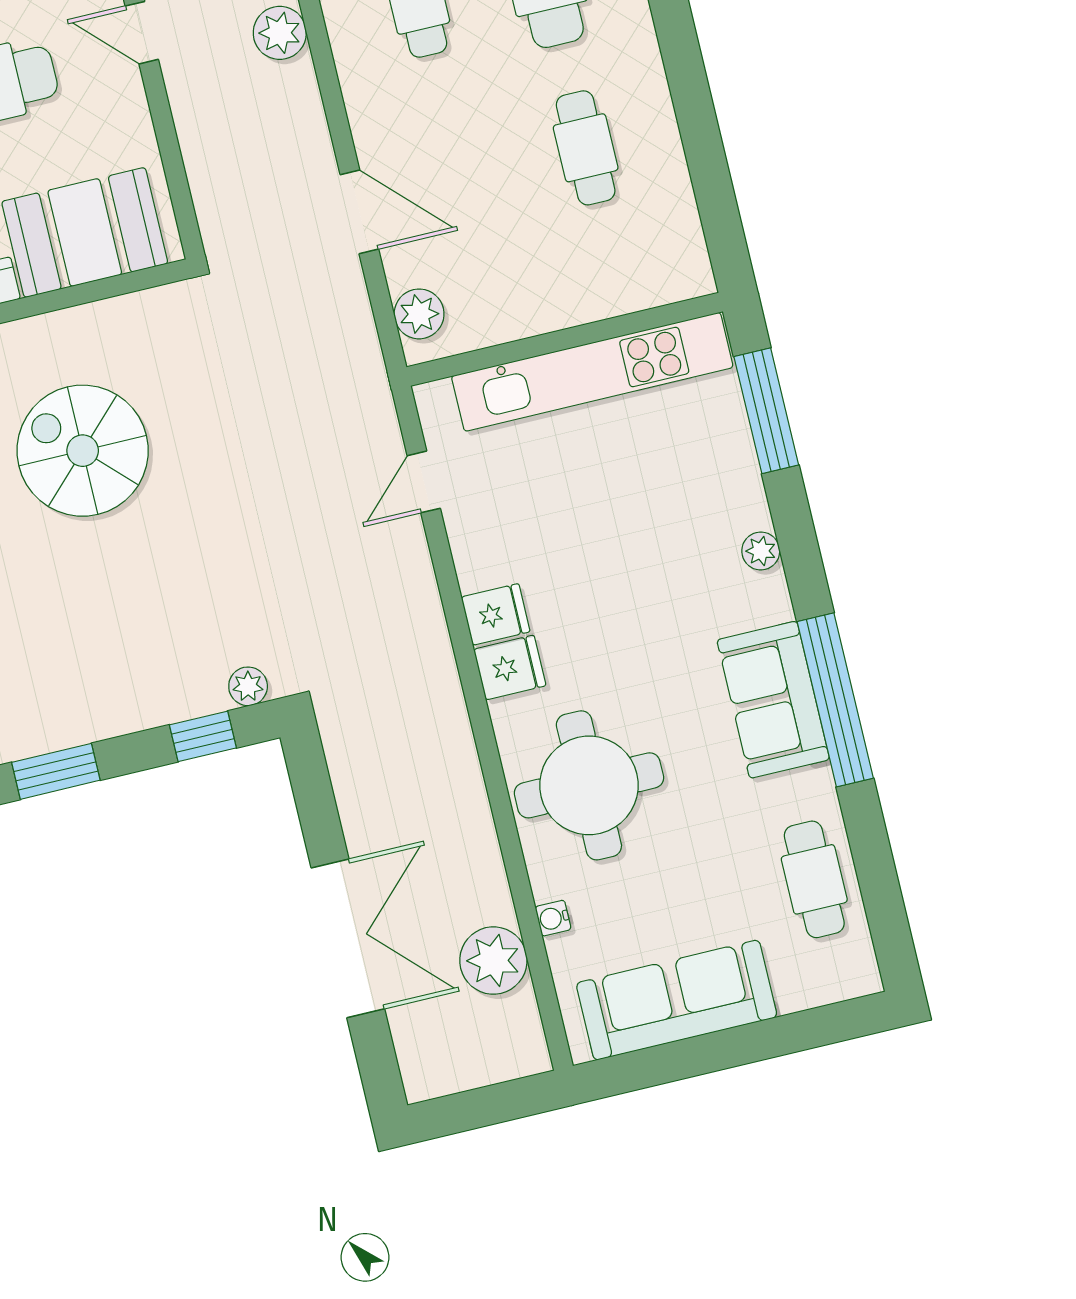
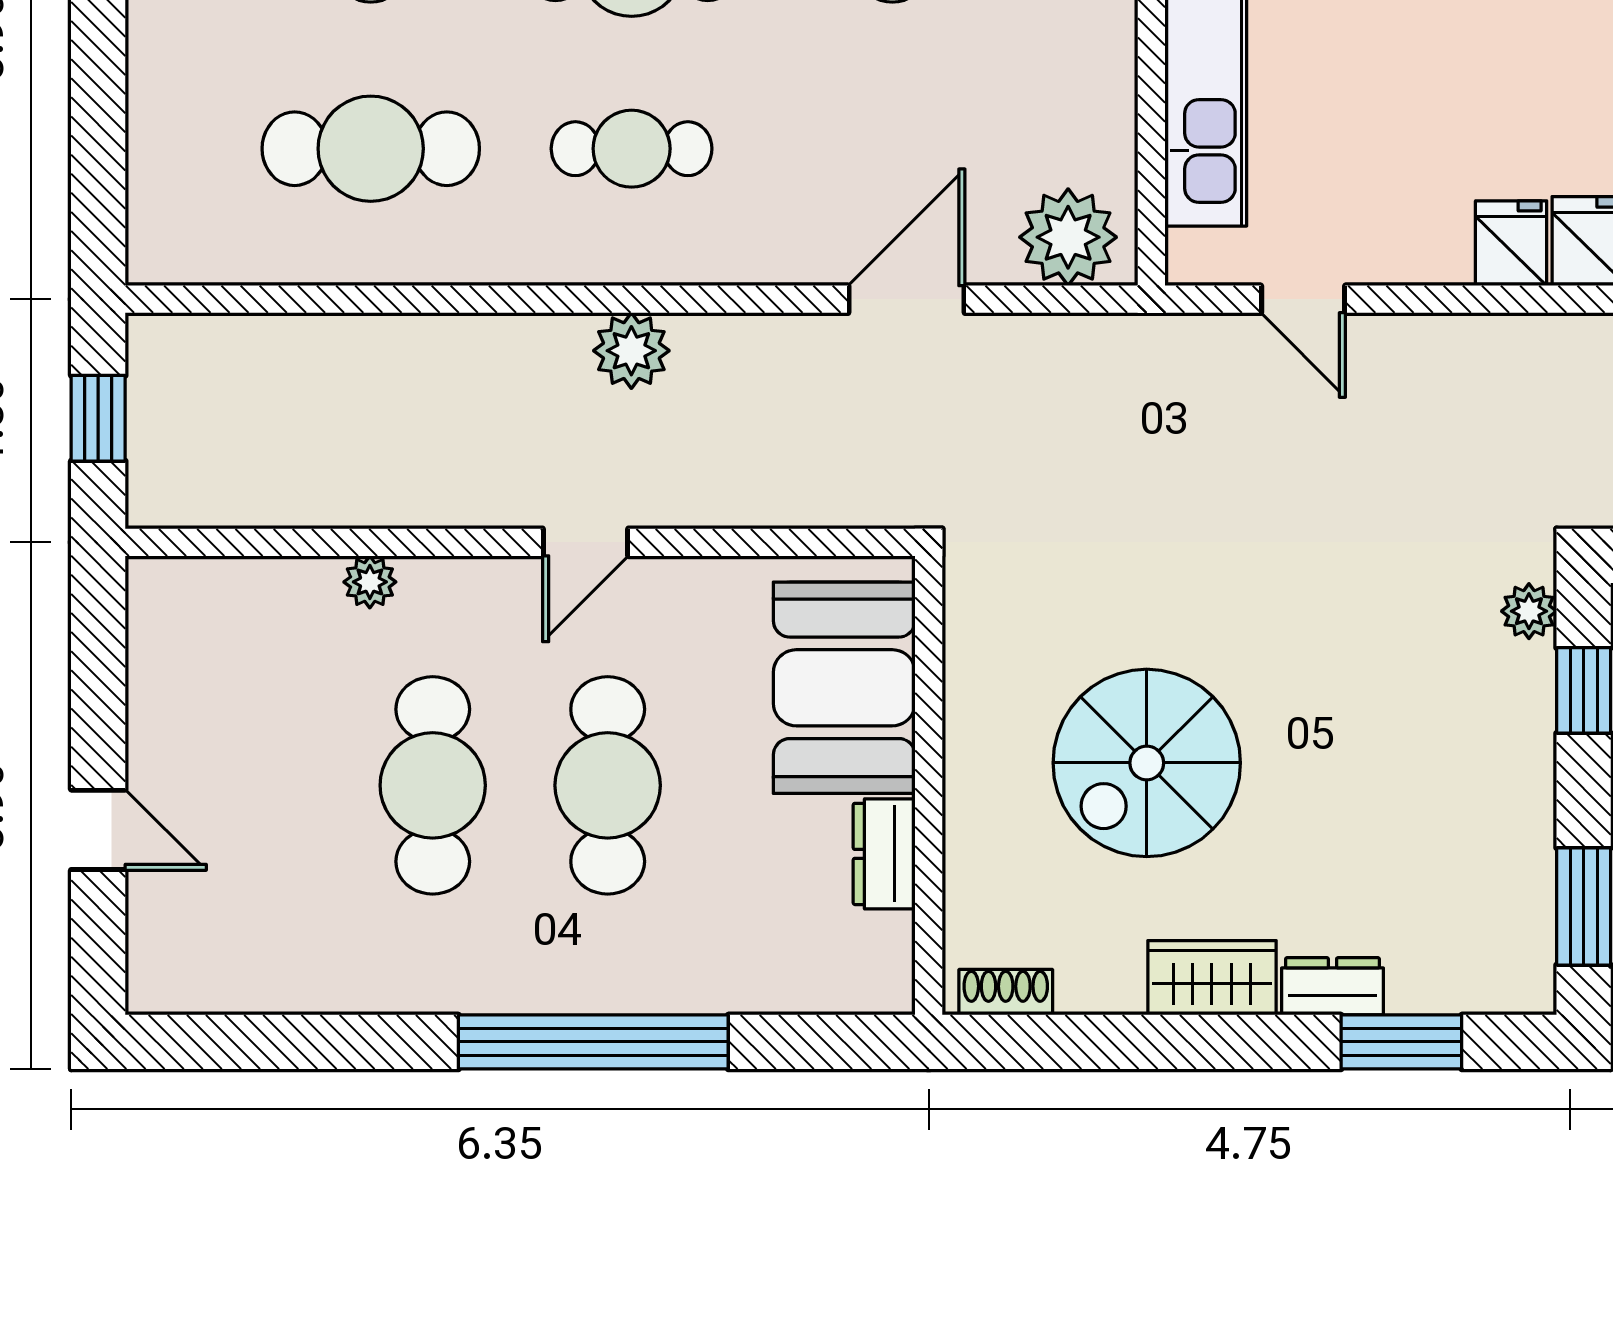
plant: (419, 314) -> (1068, 237), width x1.36, depth x1.36

